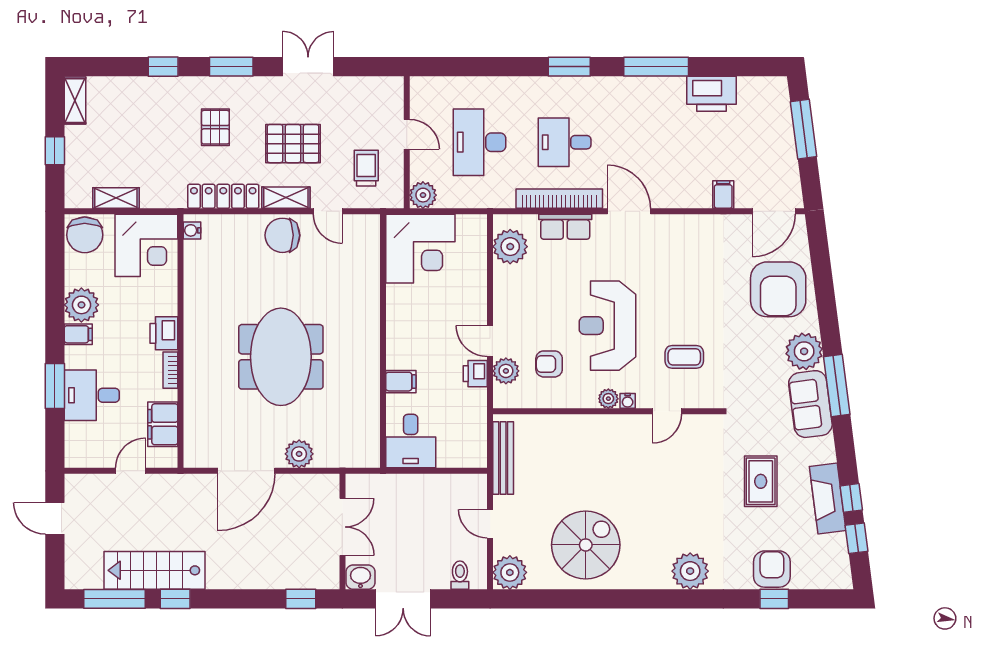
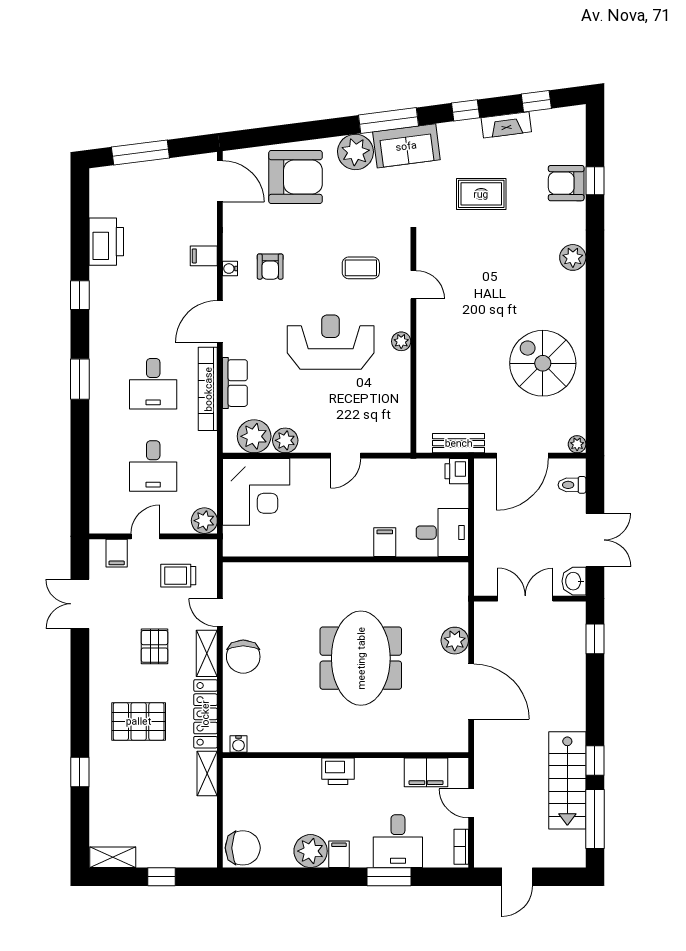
window: (231, 67) -> (80, 706), removed
double door: (308, 67) -> (80, 604), moved
window: (656, 67) -> (80, 295), width x0.46
filing cabinet: (389, 104) -> (117, 553), added
pallet: (215, 127) -> (139, 721), width x1.50, depth x1.42
desk: (480, 142) -> (153, 466), width x0.73
pallet: (293, 144) -> (154, 646), width x0.67, depth x0.71
filing cabinet: (723, 195) -> (204, 256), moved
shelving: (116, 198) -> (207, 774), moved
door: (328, 211) -> (220, 613), swing flipped
corner desk: (146, 245) -> (253, 788), removed
corner desk: (420, 249) -> (256, 492), moved, turned 90
reception desk: (608, 326) -> (331, 342), turned 180
meeting table: (281, 357) -> (361, 658), turned 90
coffee table: (684, 357) -> (361, 268), turned 90
armchair: (549, 364) -> (270, 267), moved
bookcase: (170, 370) -> (461, 847), moved, turned 90
plant: (506, 371) -> (285, 440), moved
printer: (475, 374) -> (457, 471), moved, turned 90
water cooler: (628, 401) -> (230, 269), moved, turned 180
bench: (503, 458) -> (459, 443), width x0.73
fireplace: (828, 498) -> (506, 125), width x0.73, depth x0.76
window: (851, 498) -> (466, 110), moved
door: (490, 524) -> (522, 456), width x1.88
plant: (690, 571) -> (573, 257), width x0.73, depth x0.73
plant: (510, 572) -> (577, 444), width x0.53, depth x0.53

